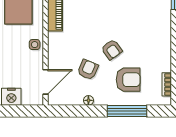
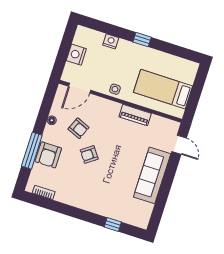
armchair: (128, 80) -> (48, 155), moved
door: (45, 82) -> (80, 88), hinge flipped

